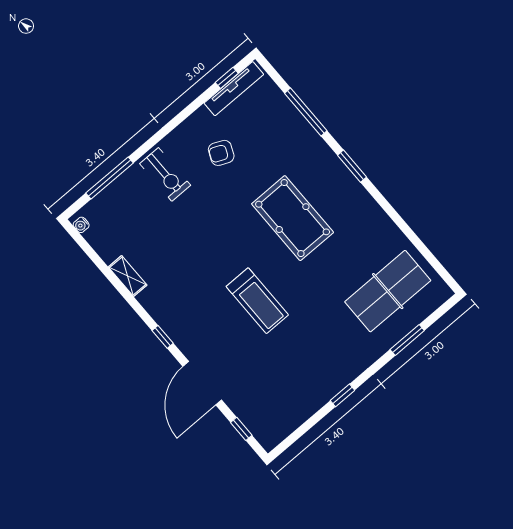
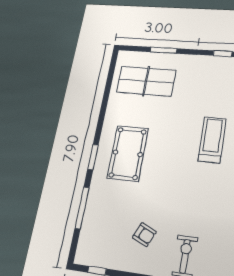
tv unit: (234, 89) -> (100, 261), removed
pool table: (293, 218) -> (128, 153), moved

